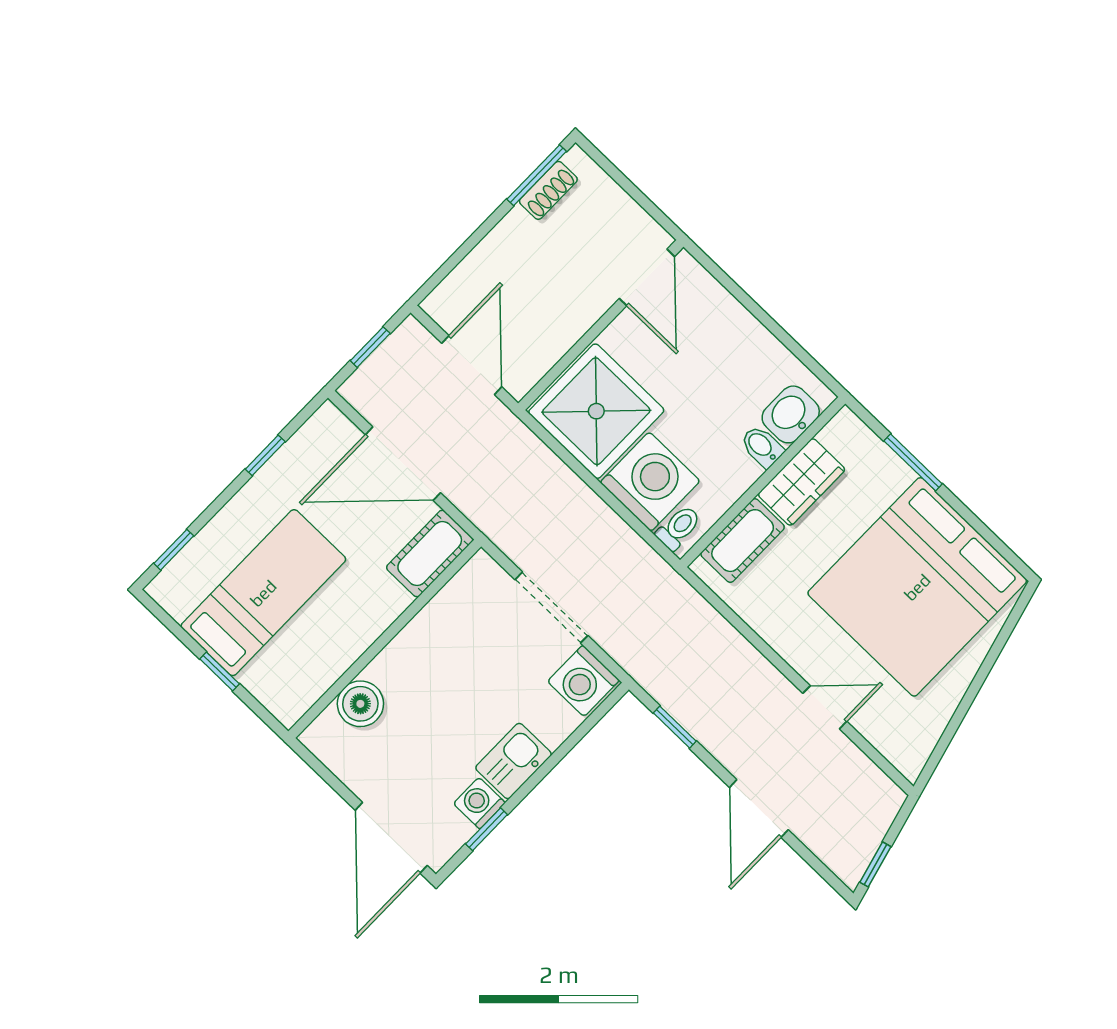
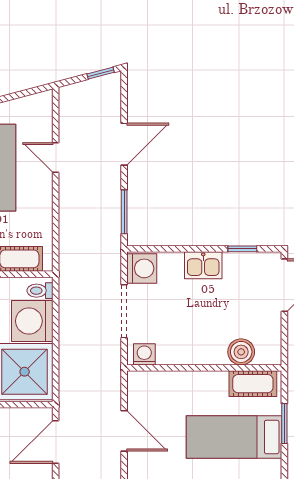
door: (403, 464) -> (124, 431), width x0.73
cot: (430, 553) -> (253, 384), moved
window: (220, 671) -> (284, 423), width x1.50
window: (675, 727) -> (124, 212), width x1.50
washing machine: (479, 803) -> (144, 354), moved, turned 180

